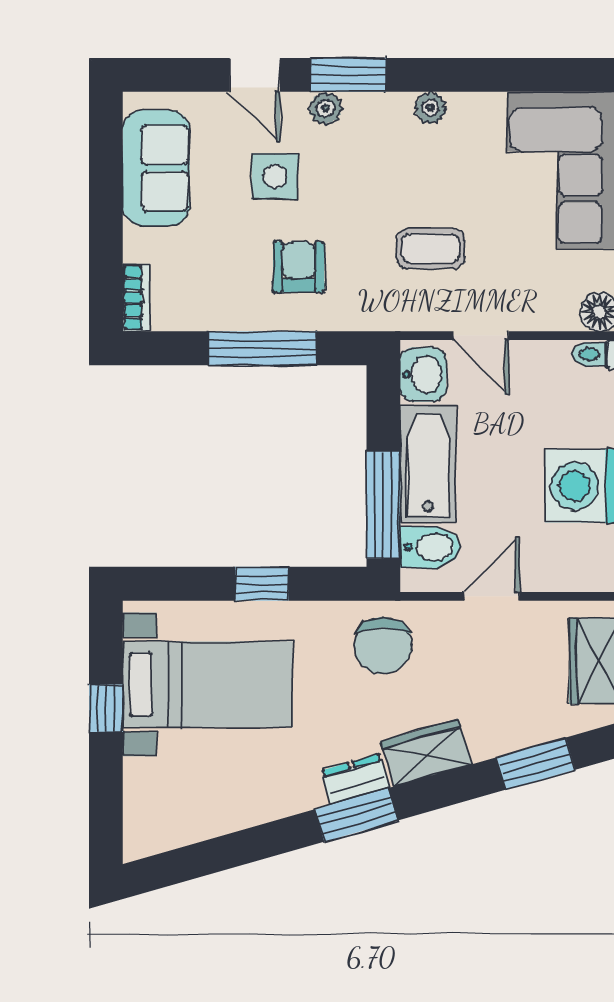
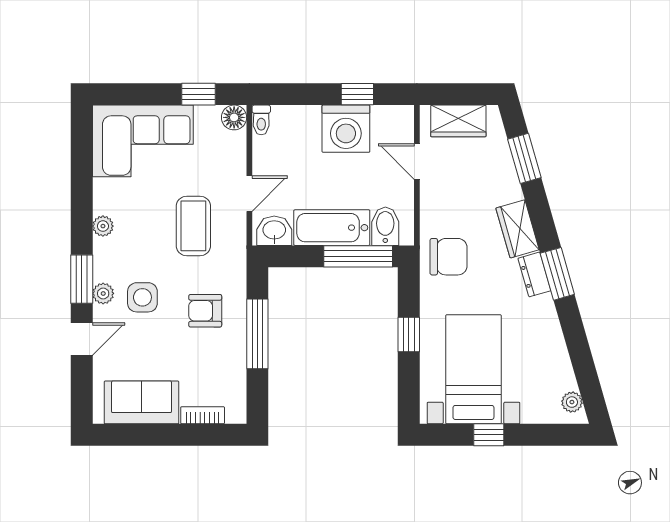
side table: (275, 176) -> (142, 297), moved
coffee table: (431, 249) -> (193, 226), width x1.36, depth x1.30
bookcase: (136, 298) -> (203, 415), moved
door: (492, 596) -> (417, 162), moved
plant: (157, 838) -> (572, 402), added

